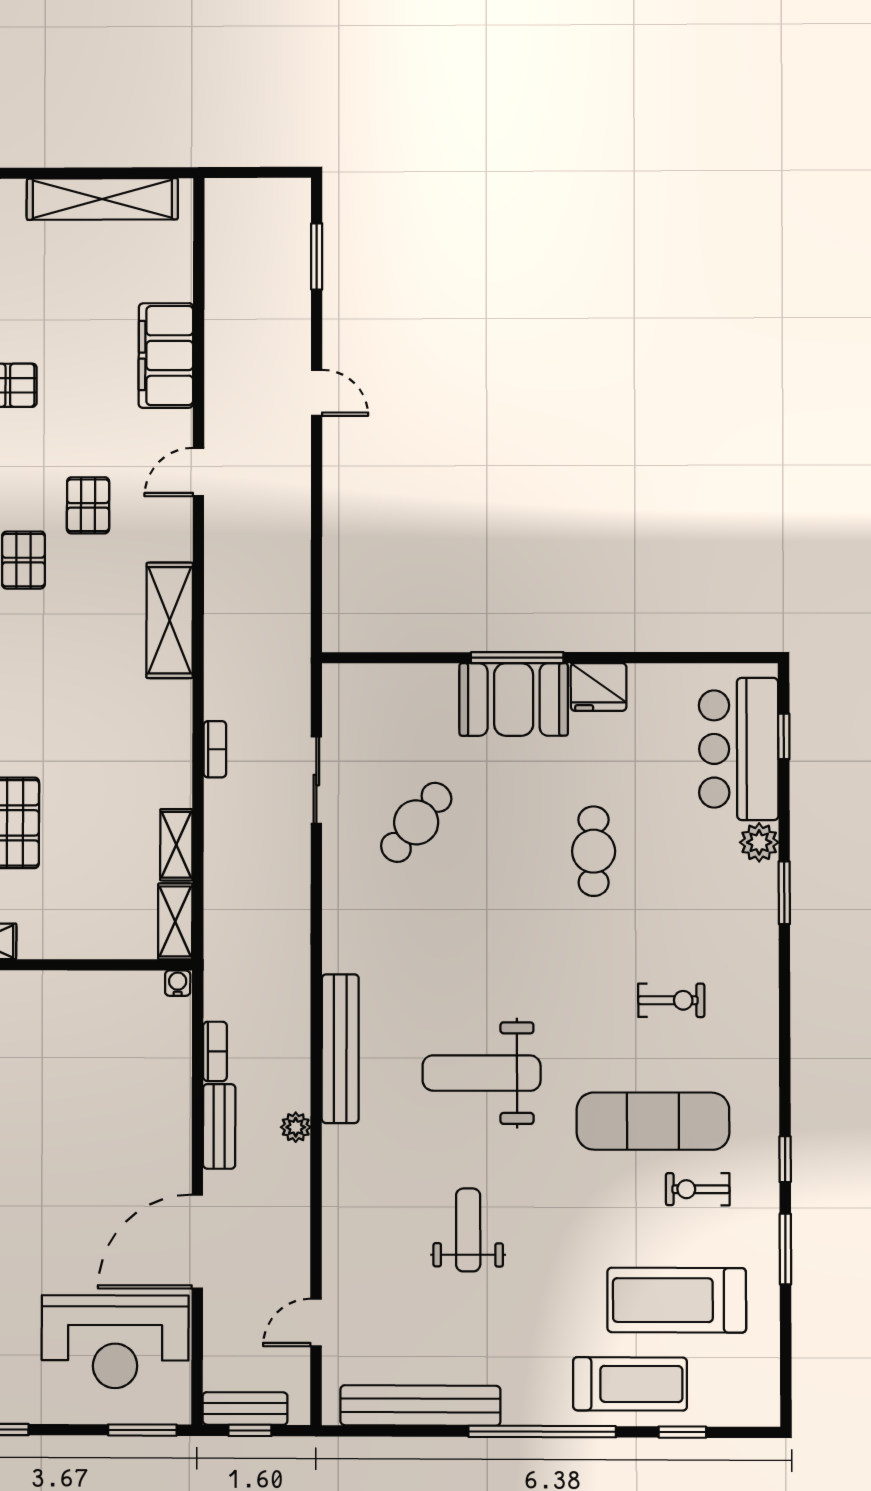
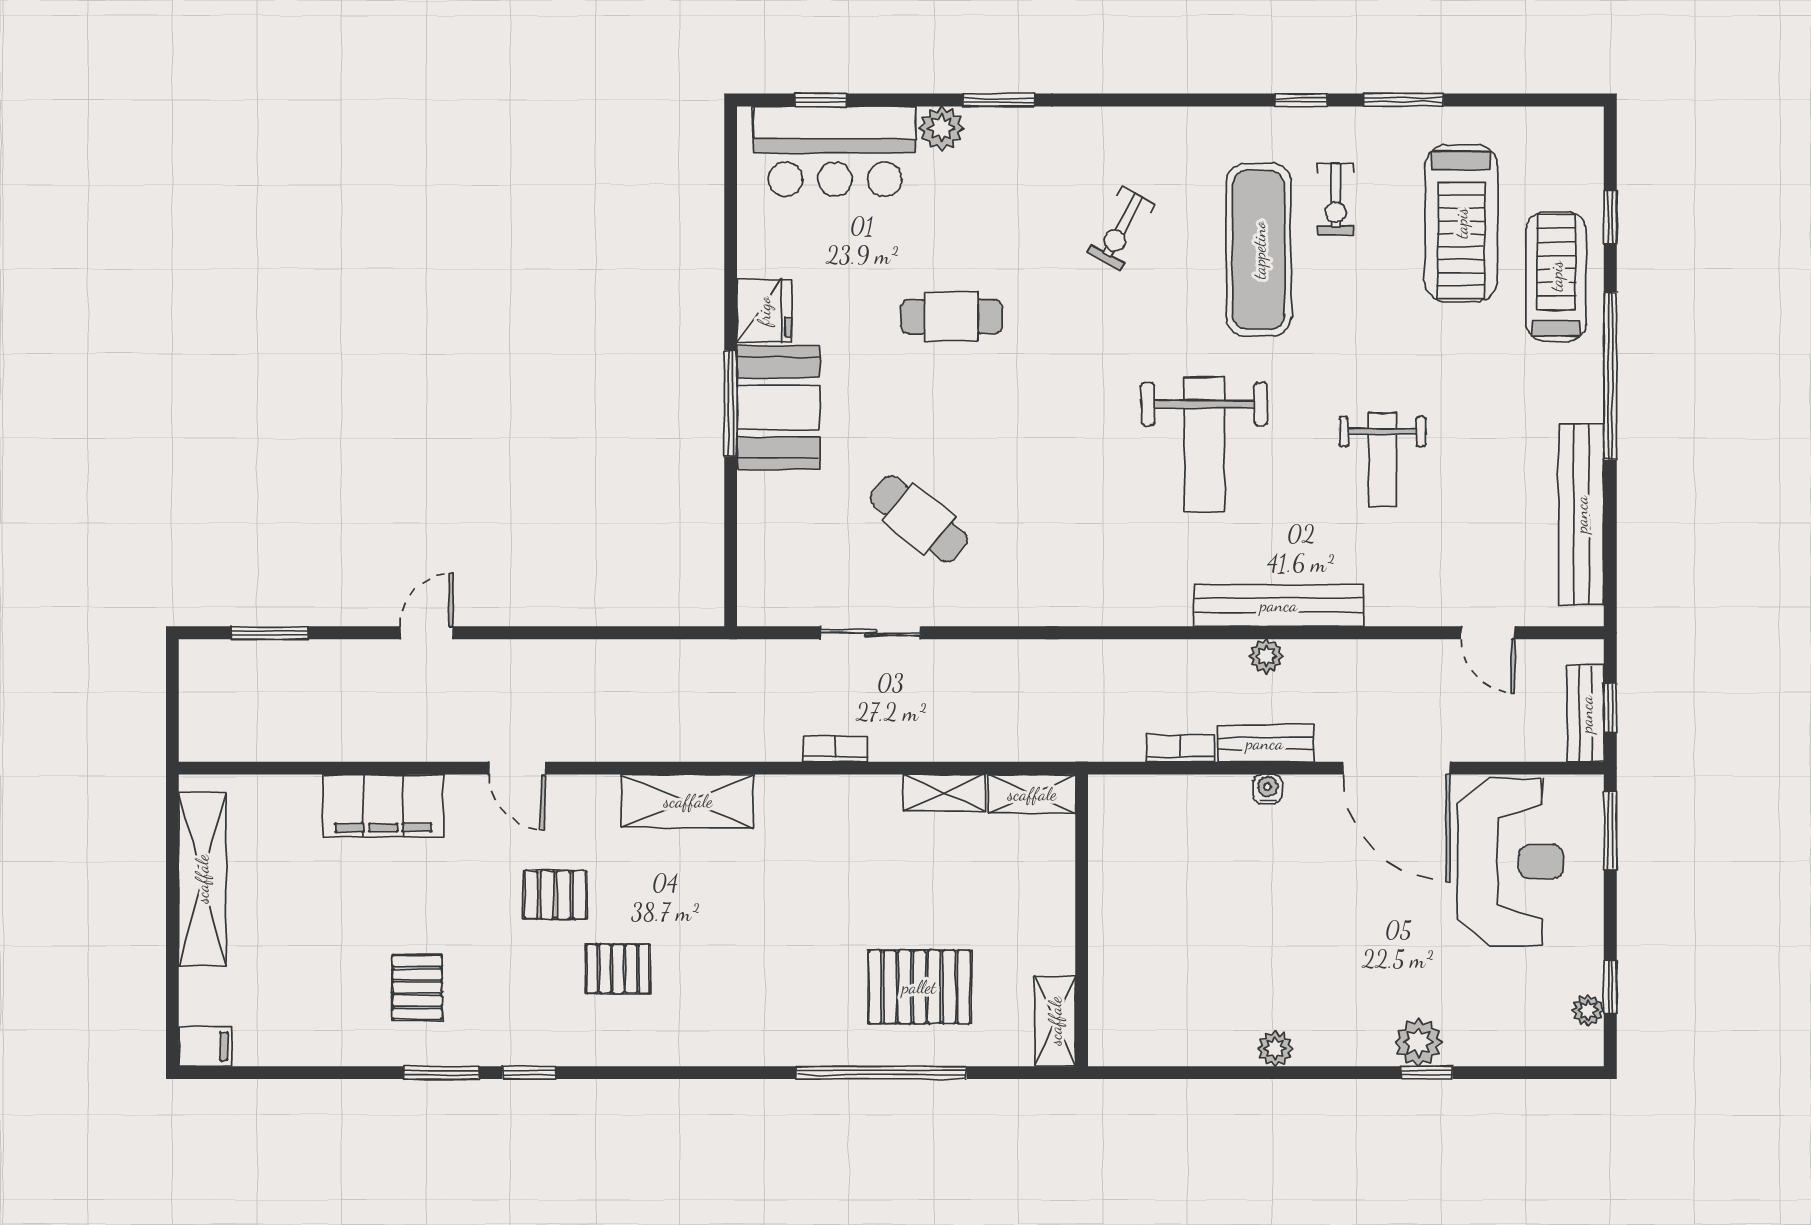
water cooler: (178, 983) -> (1268, 789), moved, turned 90
exercise bike: (671, 1000) -> (1121, 229), turned -152
bench: (340, 1049) -> (1279, 605), moved
weight bench: (468, 1230) -> (1382, 460), turned -90

